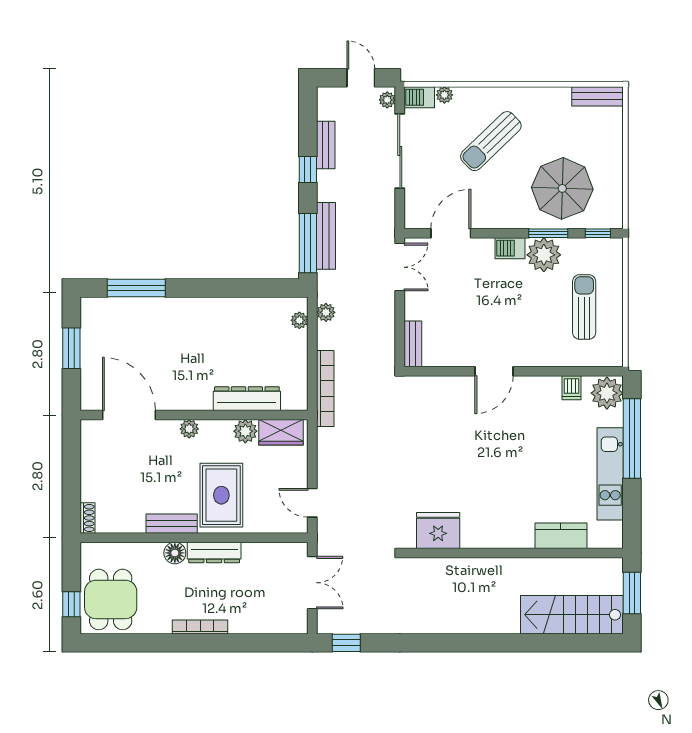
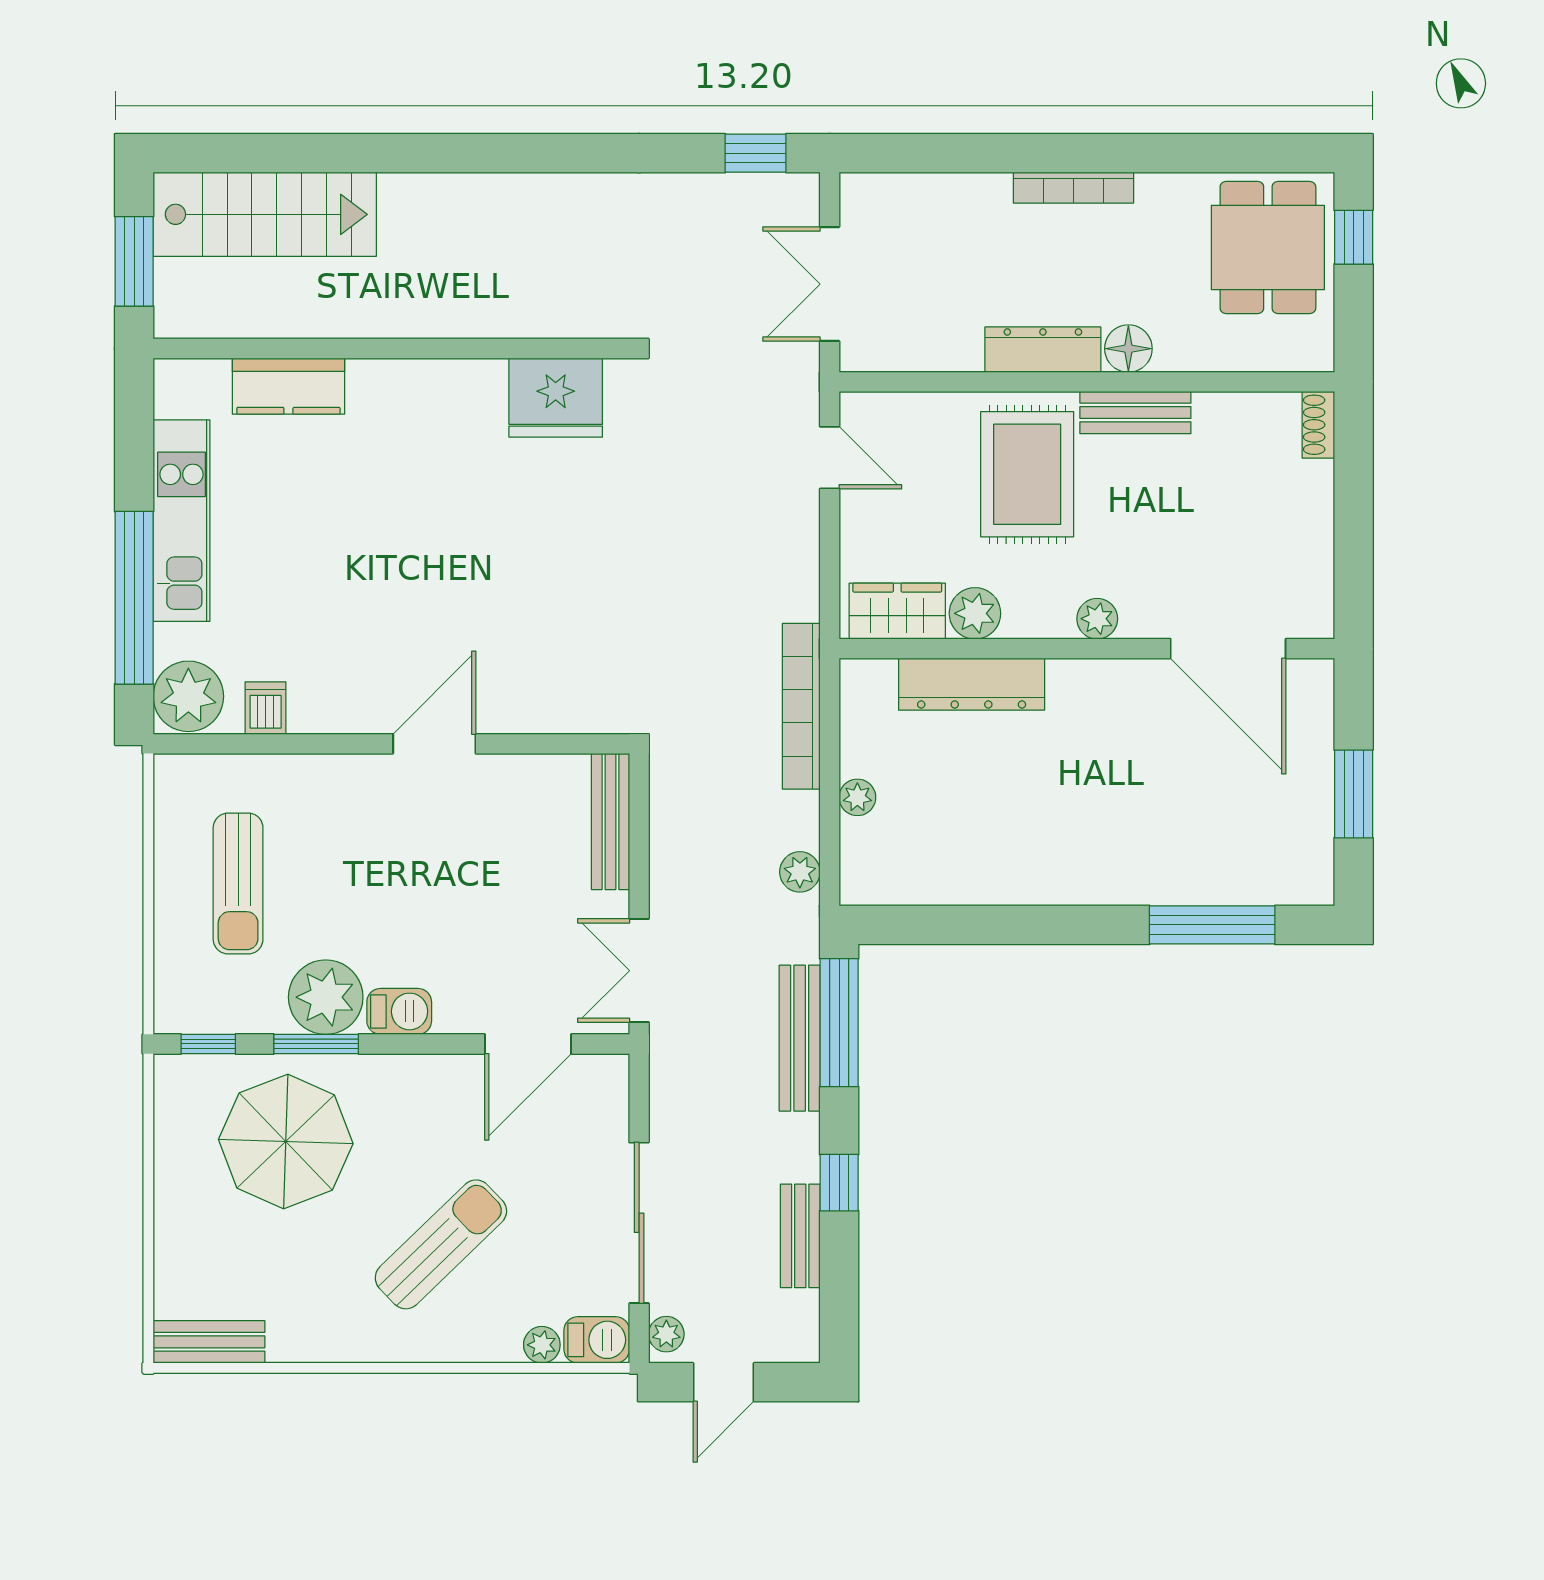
door: (361, 78) -> (723, 1382), hinge flipped
plant: (299, 320) -> (857, 797), moved
bench: (413, 344) -> (610, 821), width x1.36

